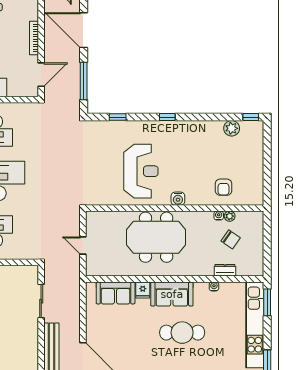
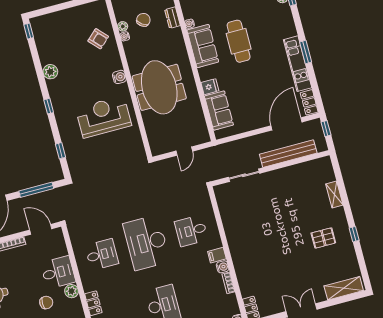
plant: (232, 128) -> (50, 72), moved
armchair: (224, 187) -> (98, 39), turned 47
sofa: (172, 294) -> (203, 46), moved

